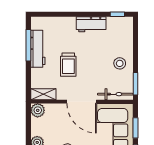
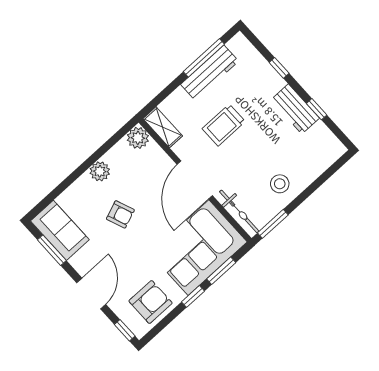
window: (65, 14) -> (279, 68), added
window: (117, 14) -> (317, 109), moved

